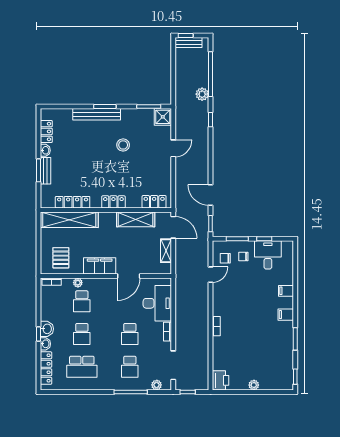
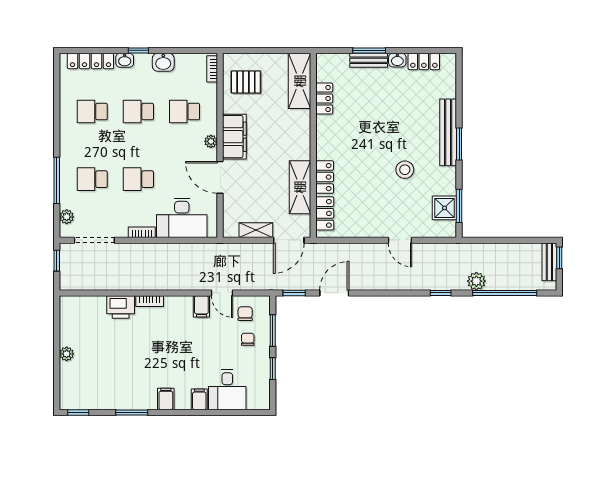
shower: (163, 117) -> (444, 208), moved
locker: (73, 202) -> (324, 99), width x0.66
locker: (113, 202) -> (325, 177), moved
shelving: (69, 220) -> (300, 81), width x0.68
desk: (268, 255) -> (227, 390), moved, turned 90
plant: (78, 283) -> (211, 141), moved
filing cabinet: (220, 289) -> (201, 306), added
washbasin: (47, 329) -> (163, 62), moved
school desk: (82, 367) -> (92, 112), width x0.54
printer: (221, 380) -> (121, 307), moved

